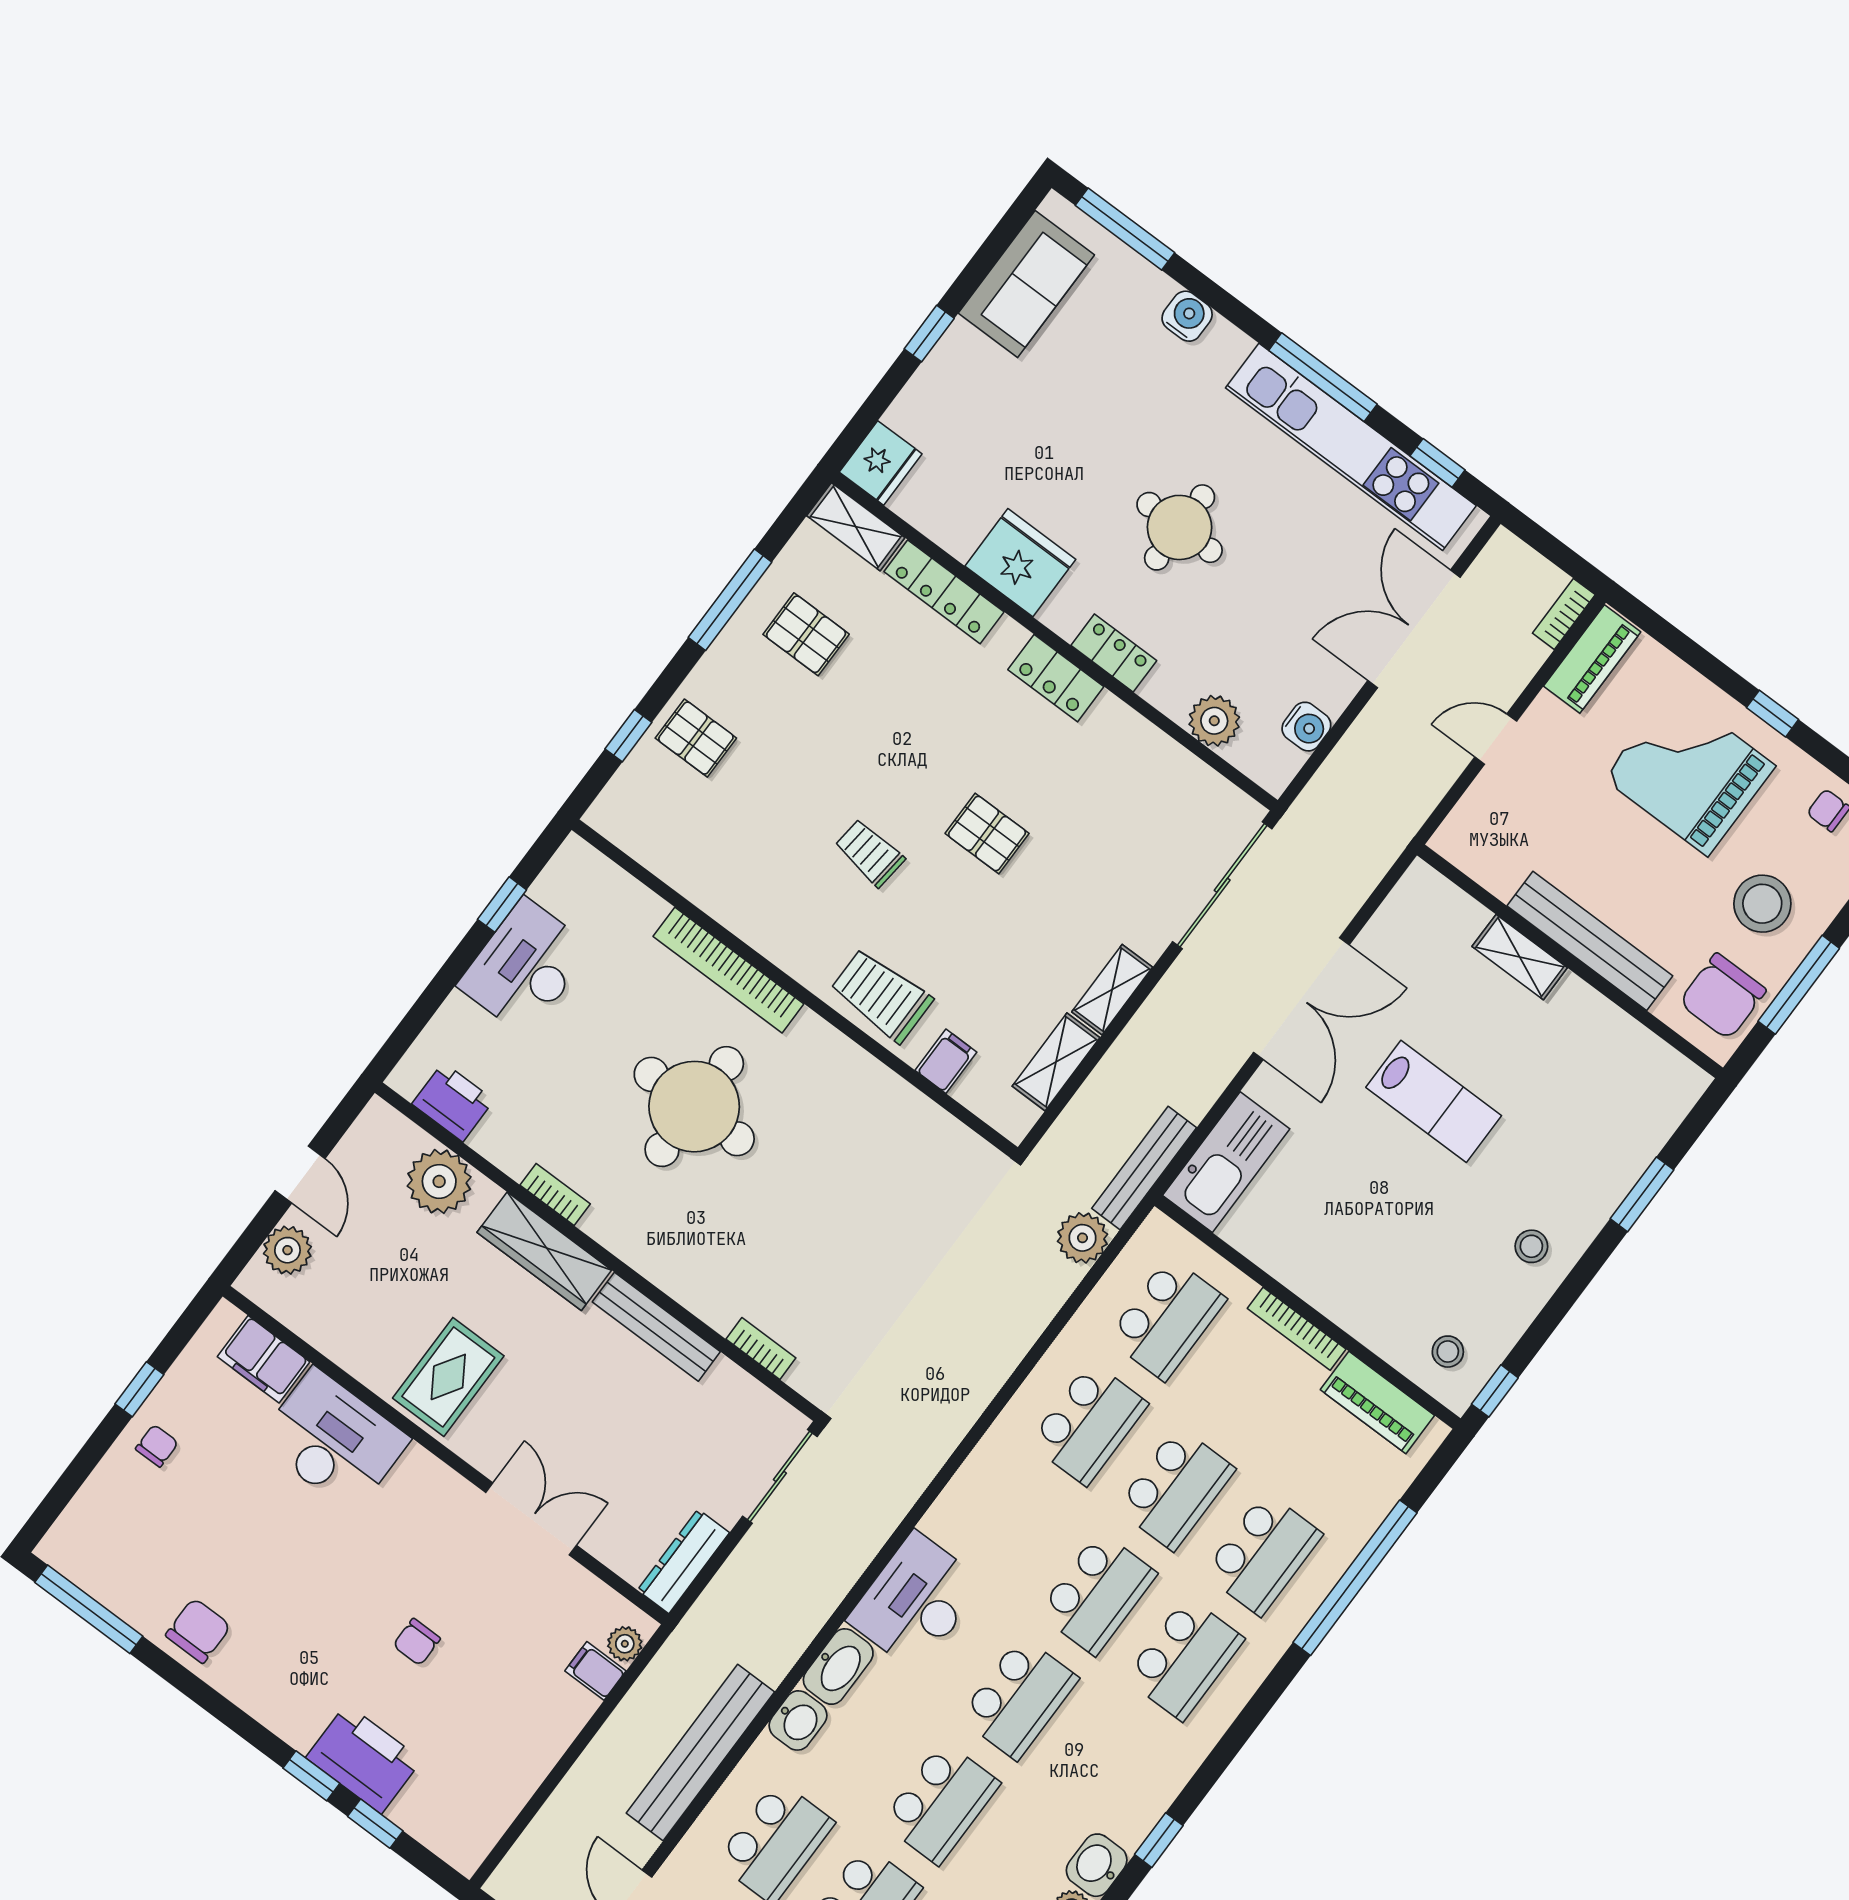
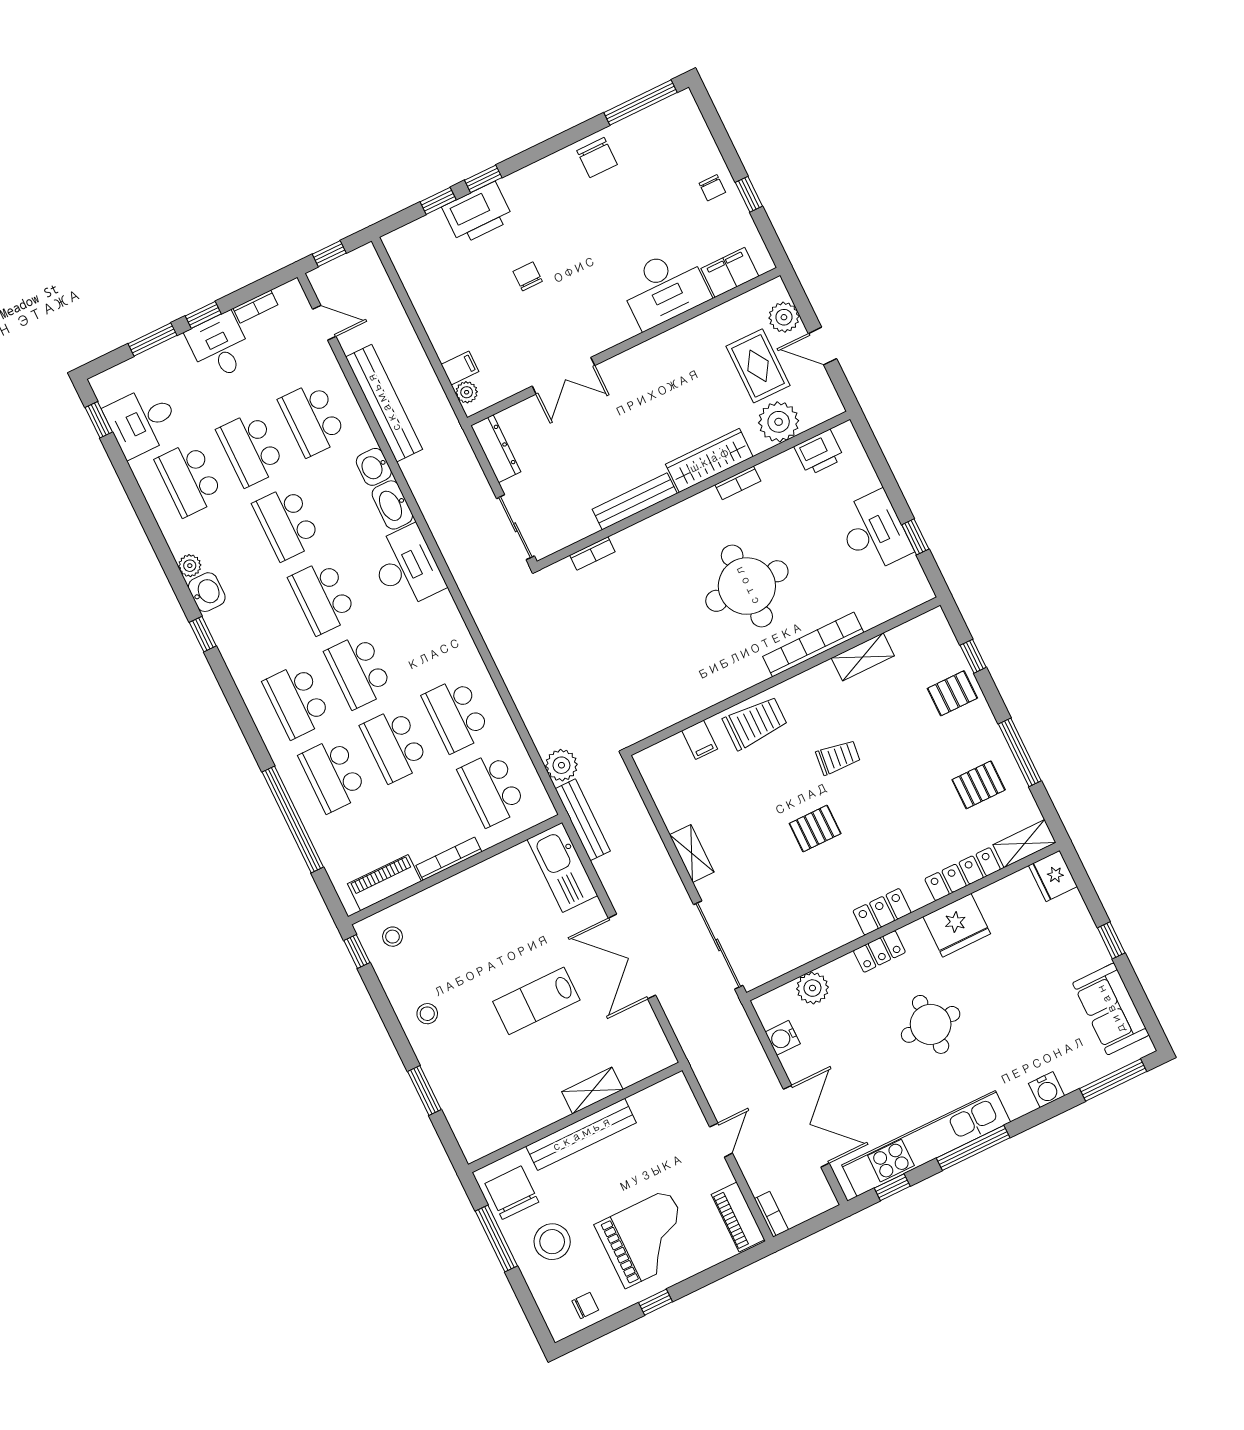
shelving: (1056, 1062) -> (863, 657), moved, turned 90
rug: (448, 1377) -> (758, 366), moved

